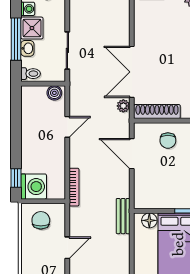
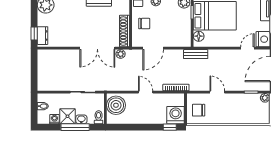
boiler: (54, 93) -> (116, 105), width x1.86, depth x1.86
door: (67, 127) -> (146, 92), moved

